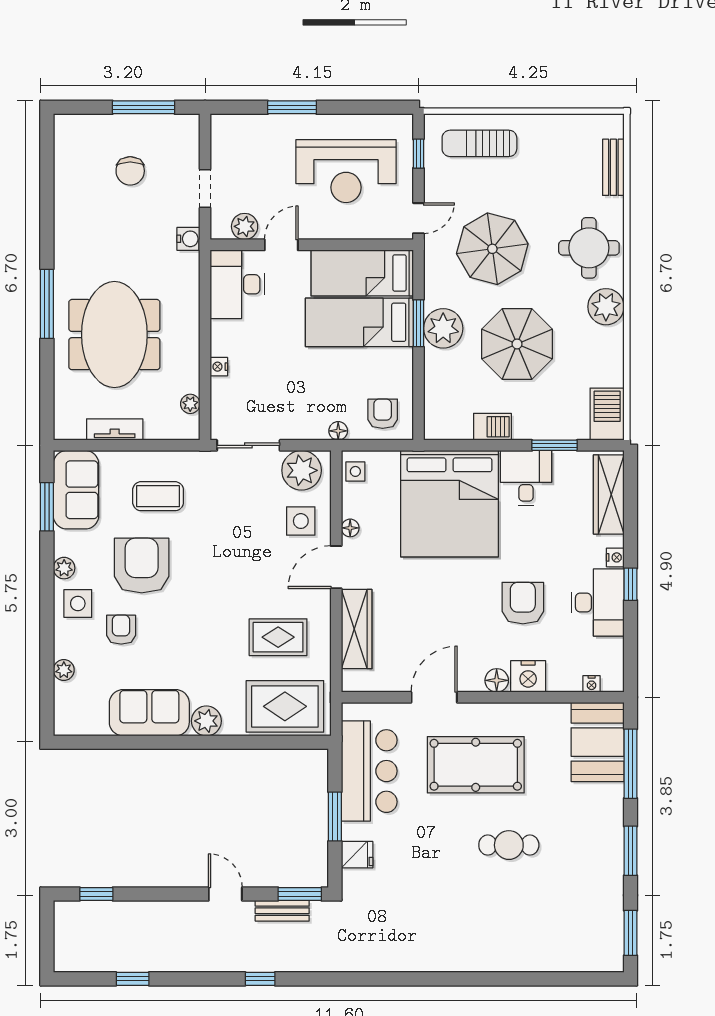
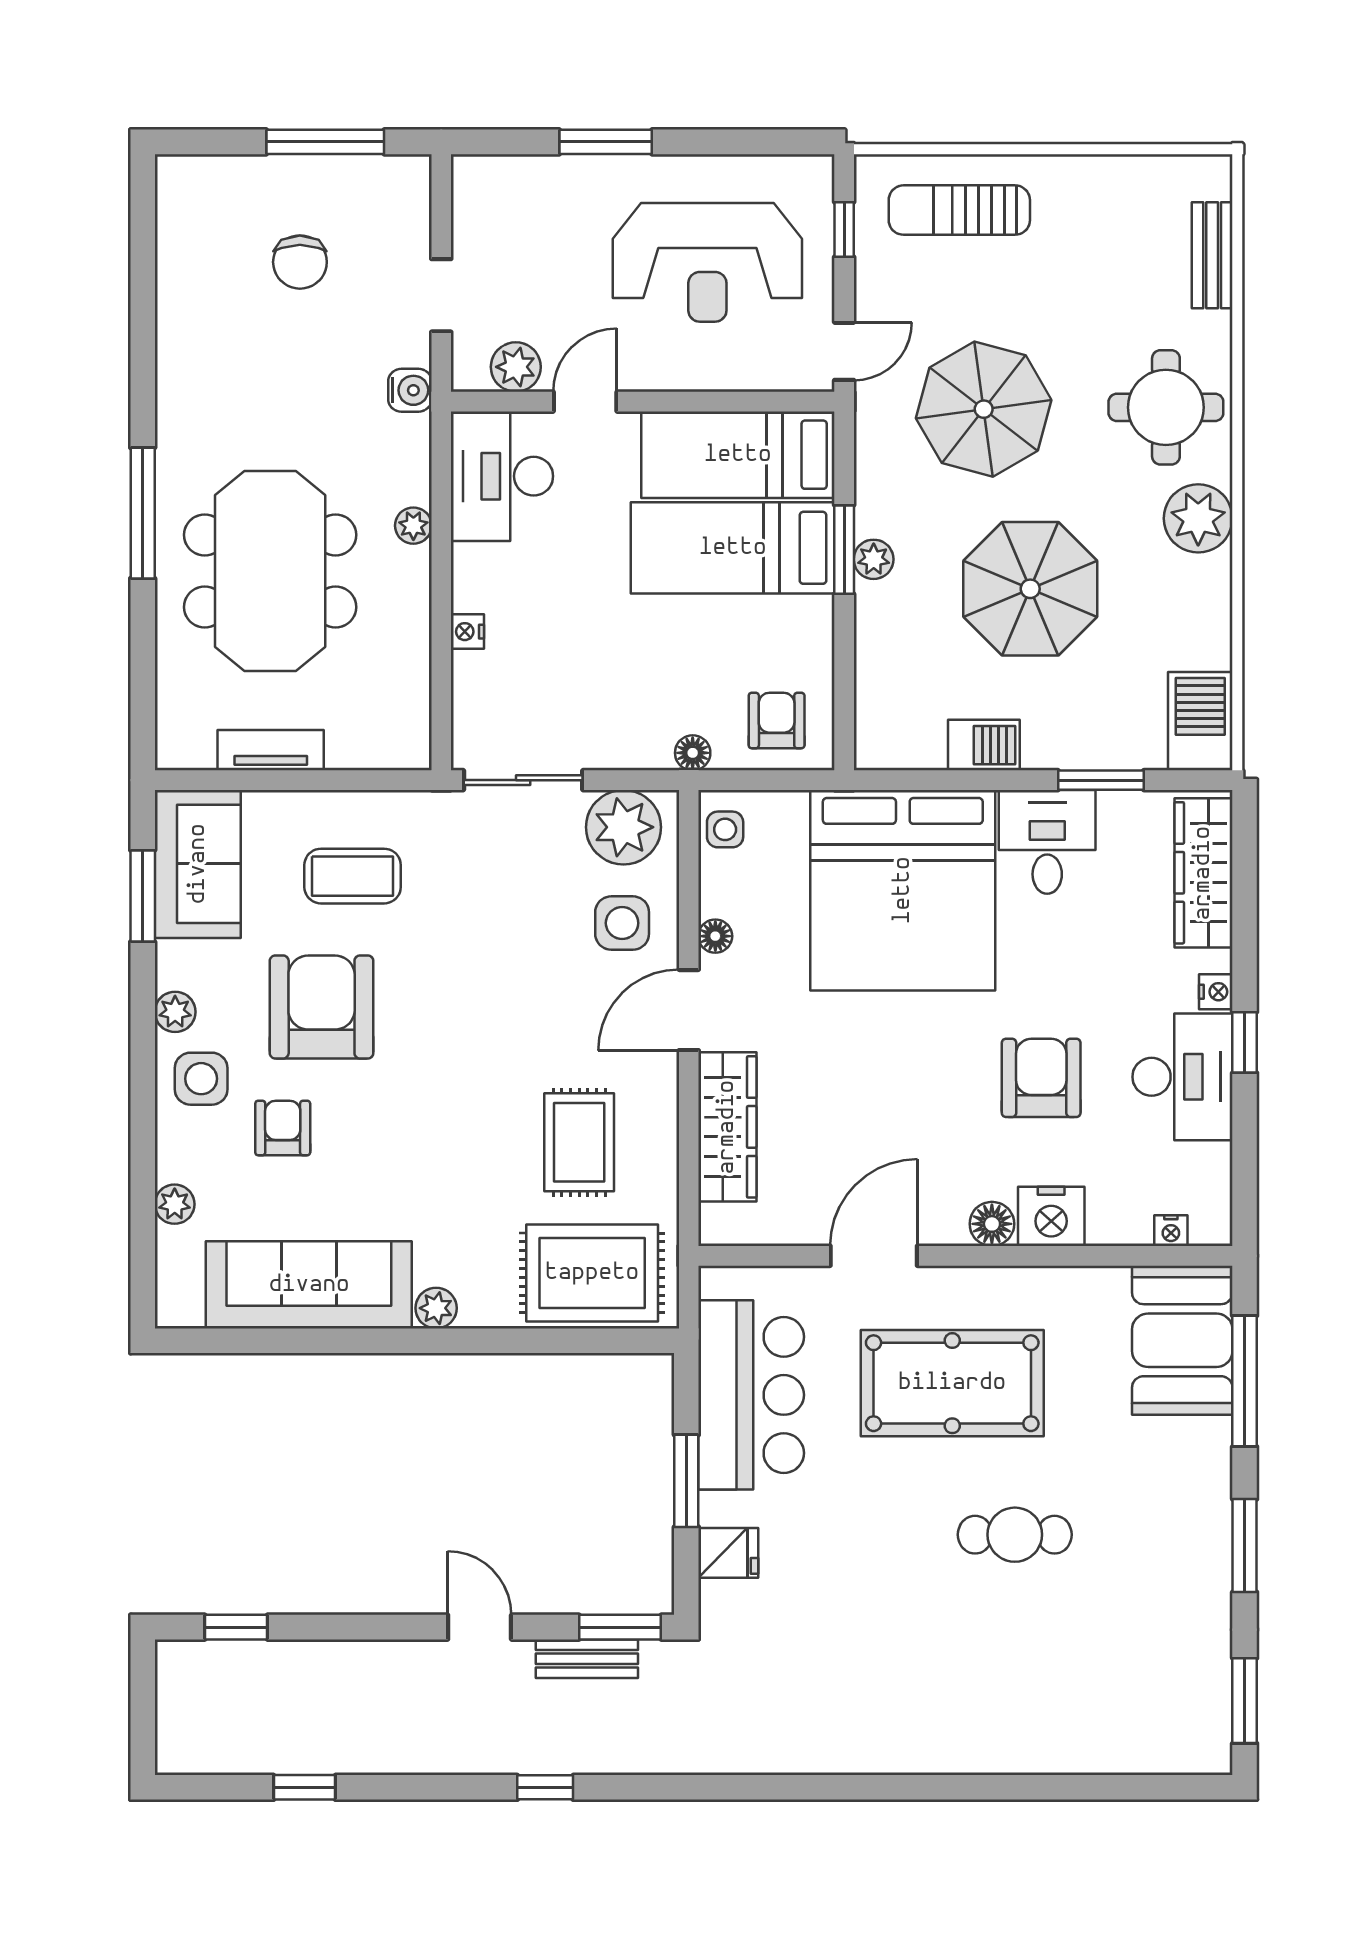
plant: (443, 328) -> (874, 559), width x0.53, depth x0.53
plant: (190, 404) -> (413, 526), moved
rug: (278, 637) -> (579, 1142), turned 90
sofa: (149, 713) -> (309, 1285), width x1.36
plant: (206, 721) -> (436, 1308), width x0.73, depth x0.73

